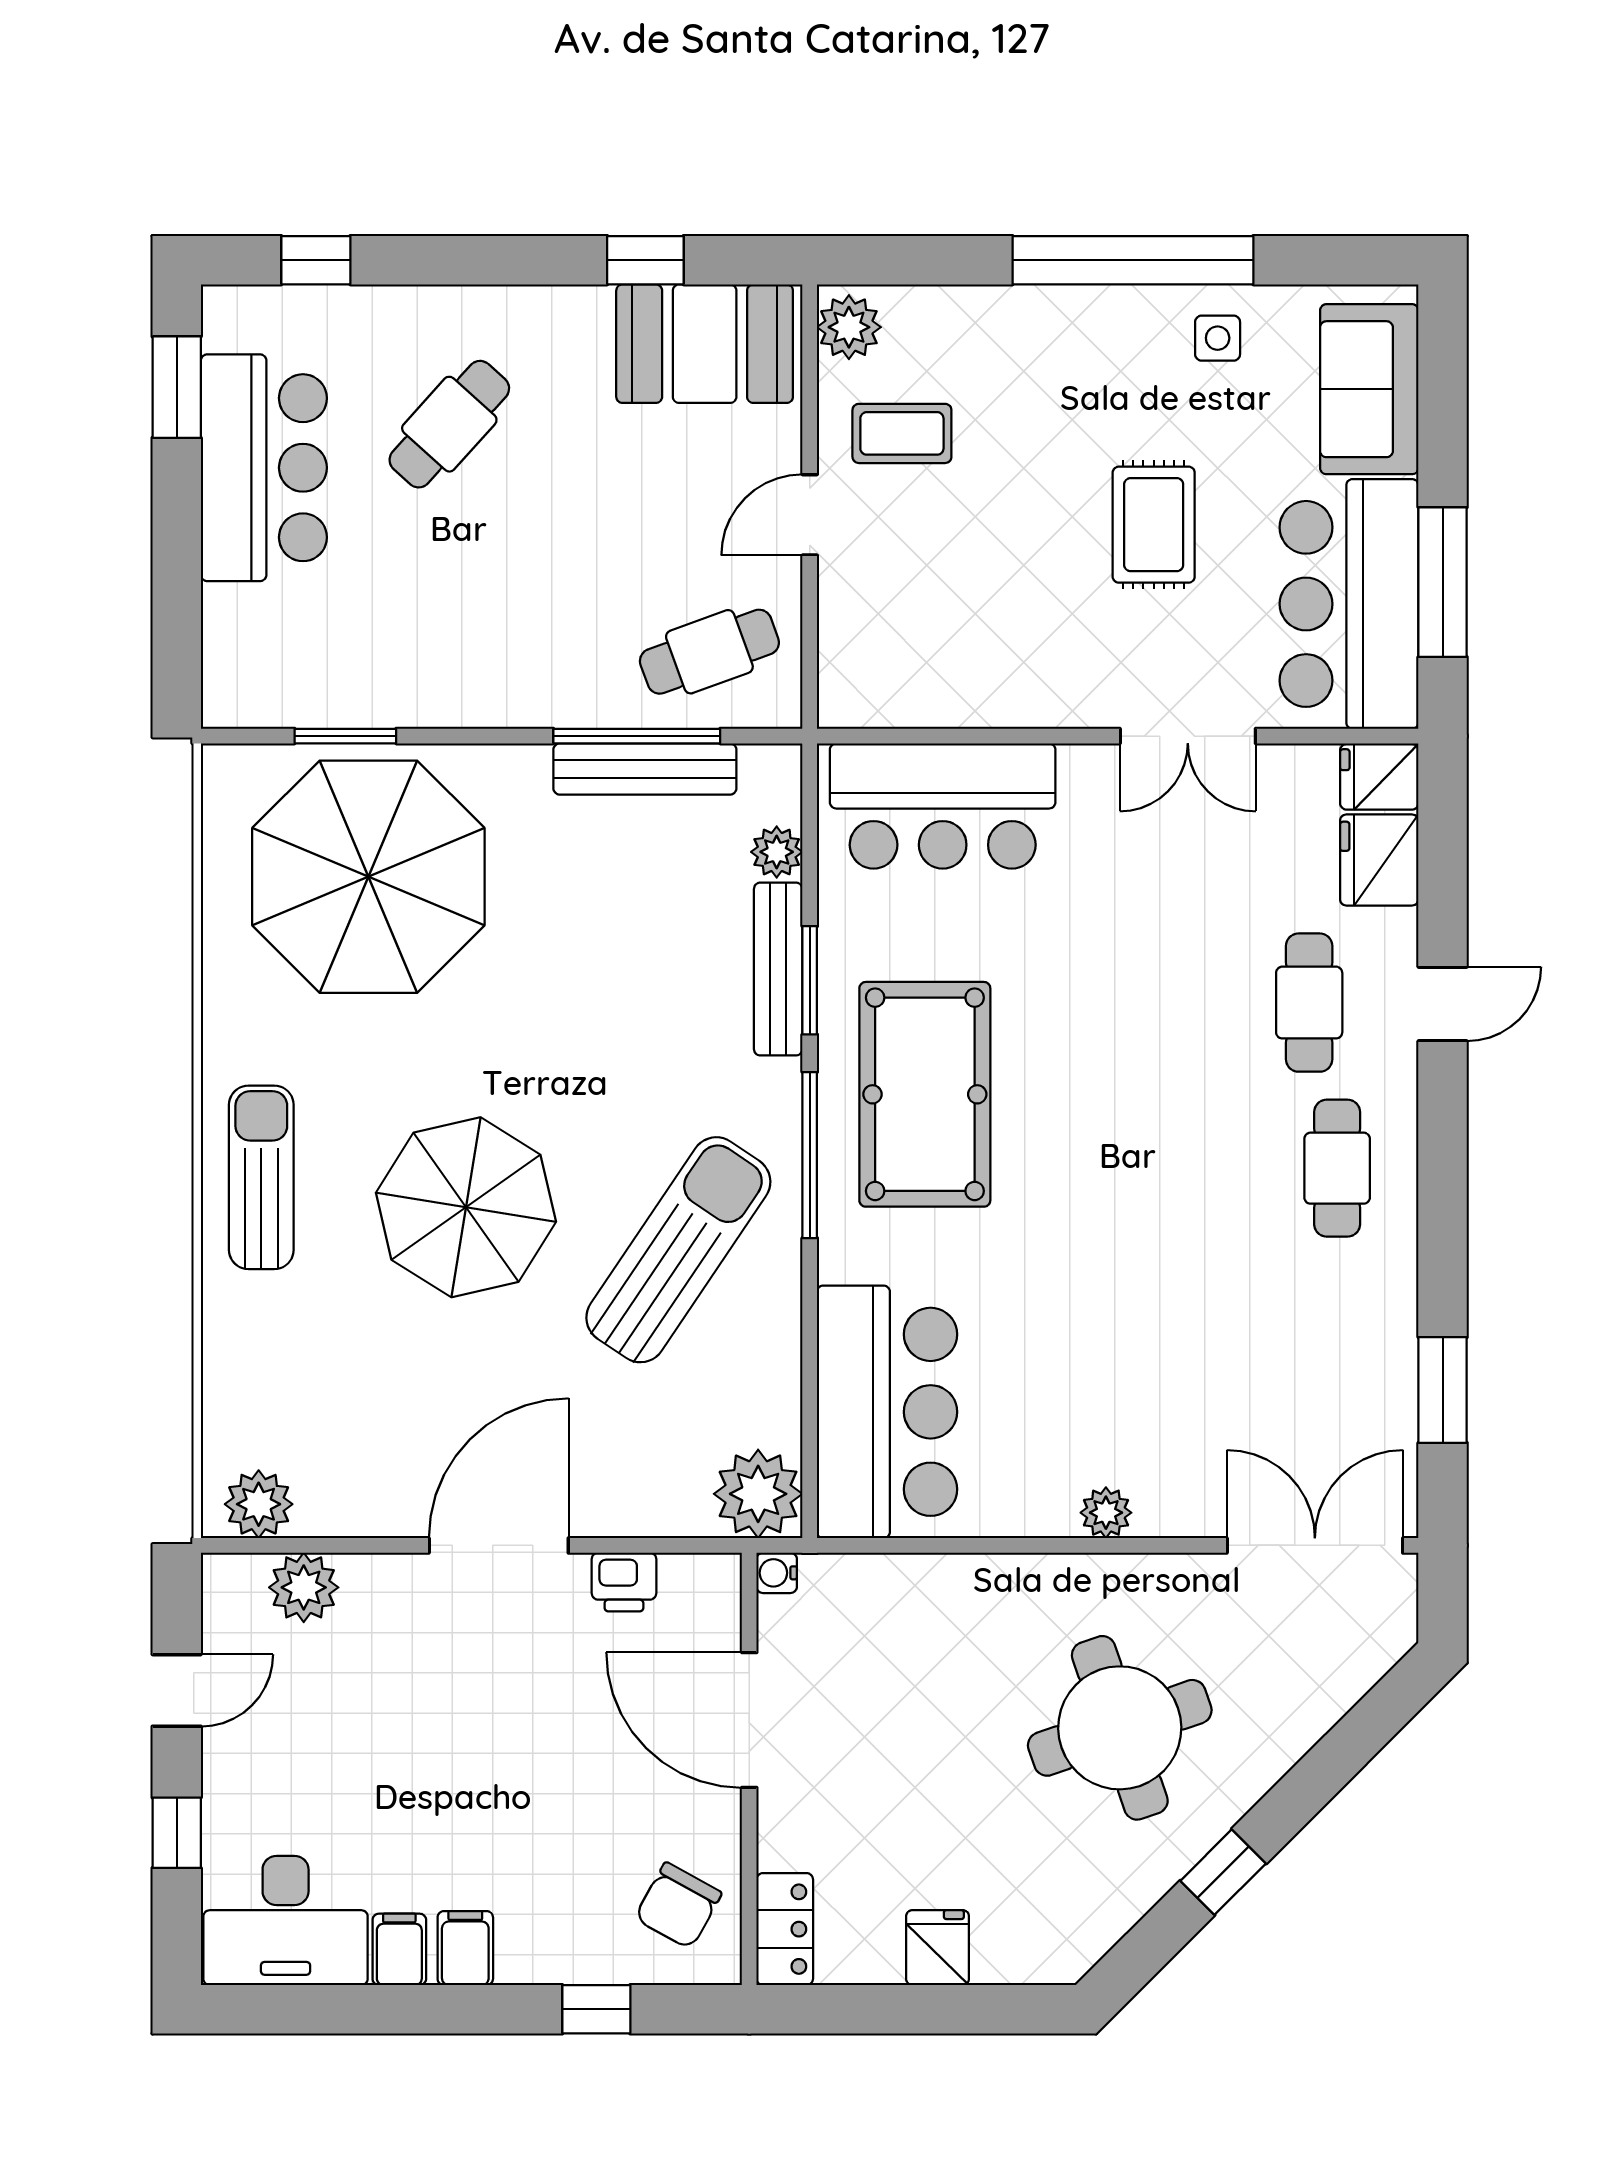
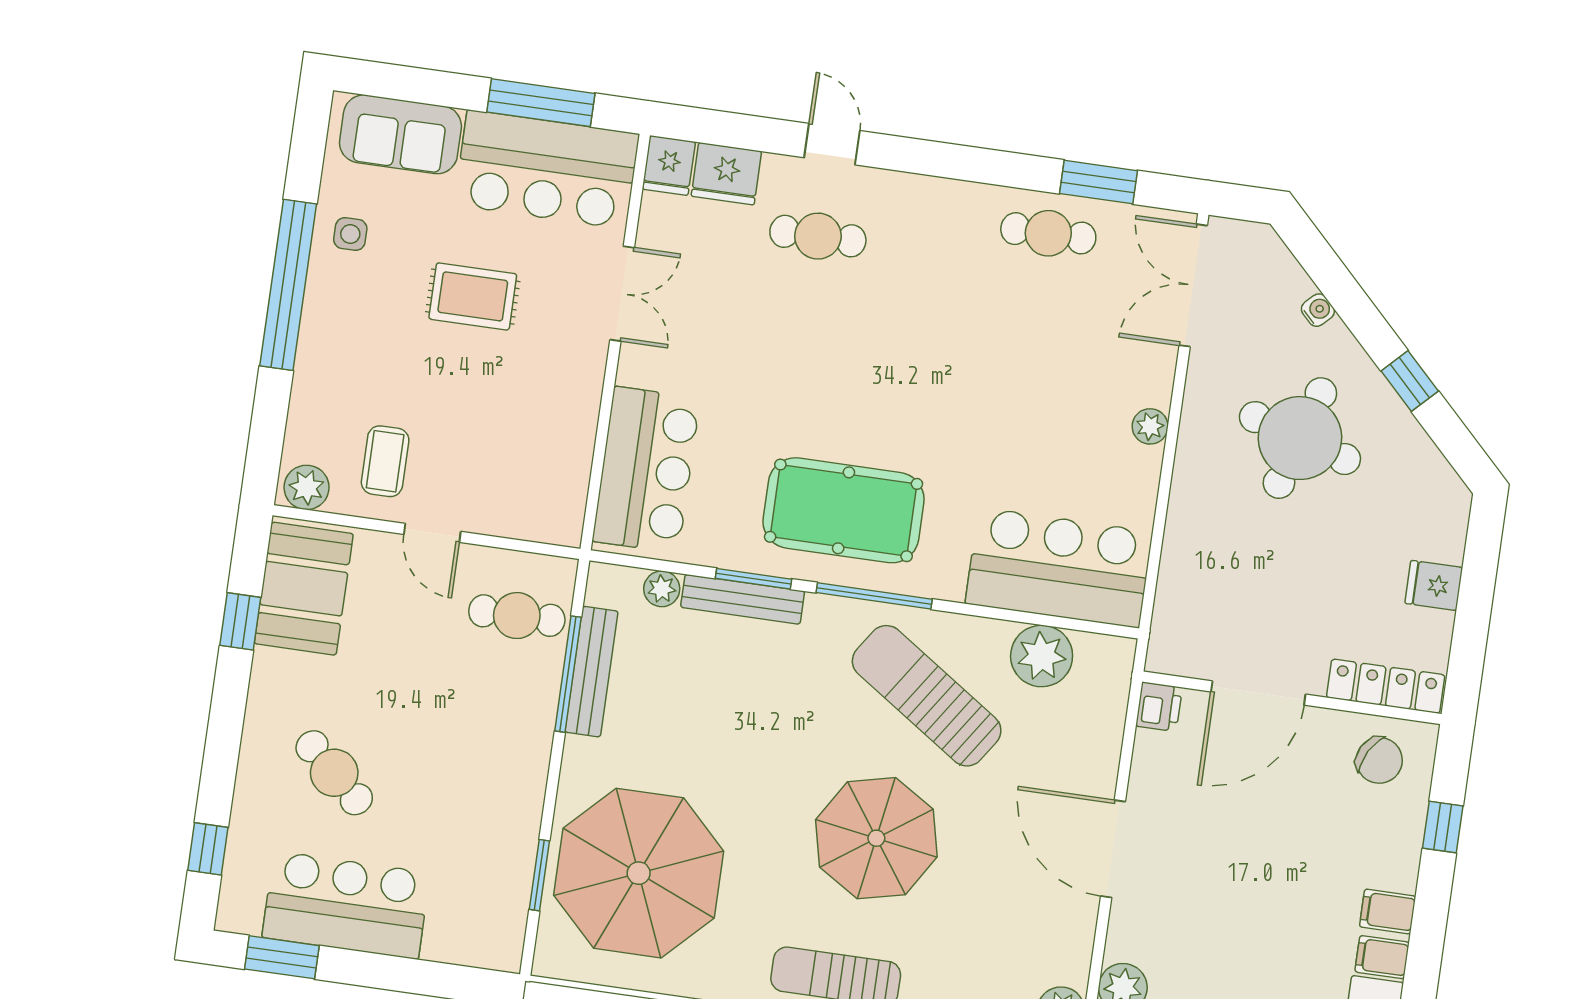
cafe table: (709, 652) -> (517, 616), turned -70
cafe table: (1337, 1168) -> (1048, 233), moved
plant: (758, 1494) -> (1042, 656), moved
water cooler: (777, 1573) -> (1318, 310), moved, turned -135
printer: (624, 1582) -> (1159, 707), moved
round table: (1120, 1728) -> (1300, 438), turned 36
locker: (785, 1929) -> (1386, 686), width x1.53

